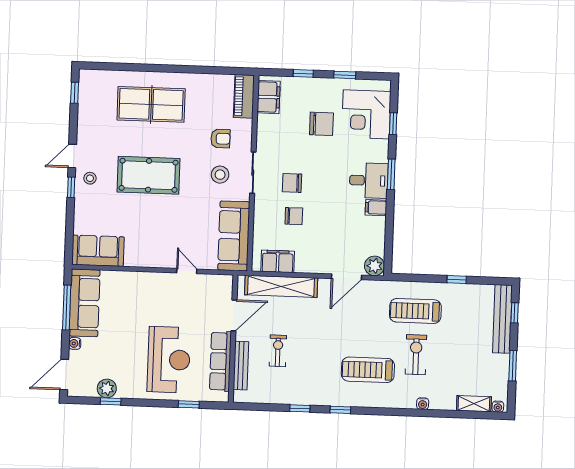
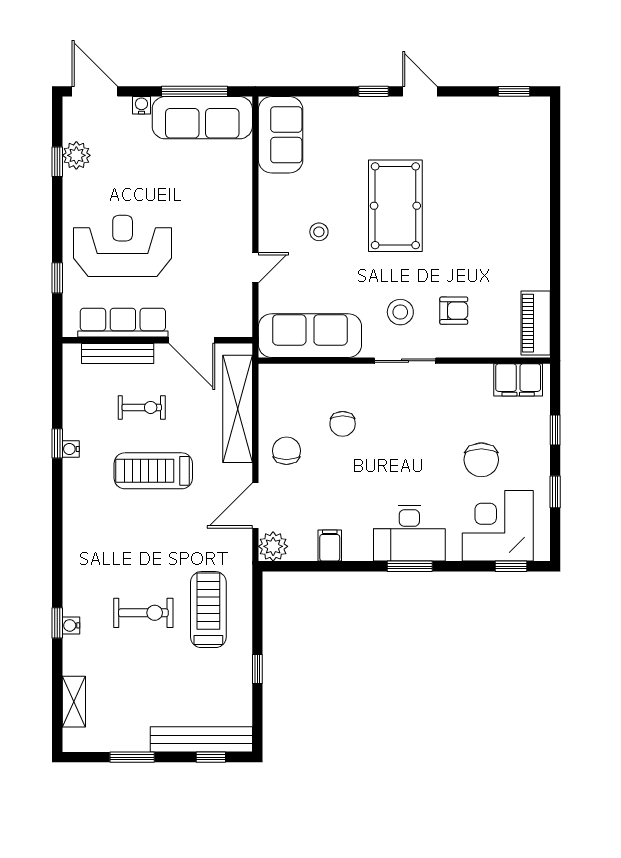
piano: (244, 96) -> (536, 323), moved, turned -90
table tennis table: (151, 104) -> (501, 206), removed
window: (393, 124) -> (511, 566), moved
armchair: (220, 139) -> (454, 311), turned -90
stool: (90, 178) -> (319, 232), moved
desk: (369, 181) -> (409, 533), width x1.37
chair: (292, 183) -> (286, 451), moved
filing cabinet: (376, 208) -> (330, 546), moved
filing cabinet: (278, 261) -> (275, 402), removed
door: (346, 277) -> (255, 505), hinge flipped
reception desk: (169, 360) -> (123, 246), turned 180
treadmill: (368, 370) -> (153, 471), moved, turned -90
water cooler: (498, 407) -> (71, 449), moved
window: (340, 410) -> (57, 623), moved

